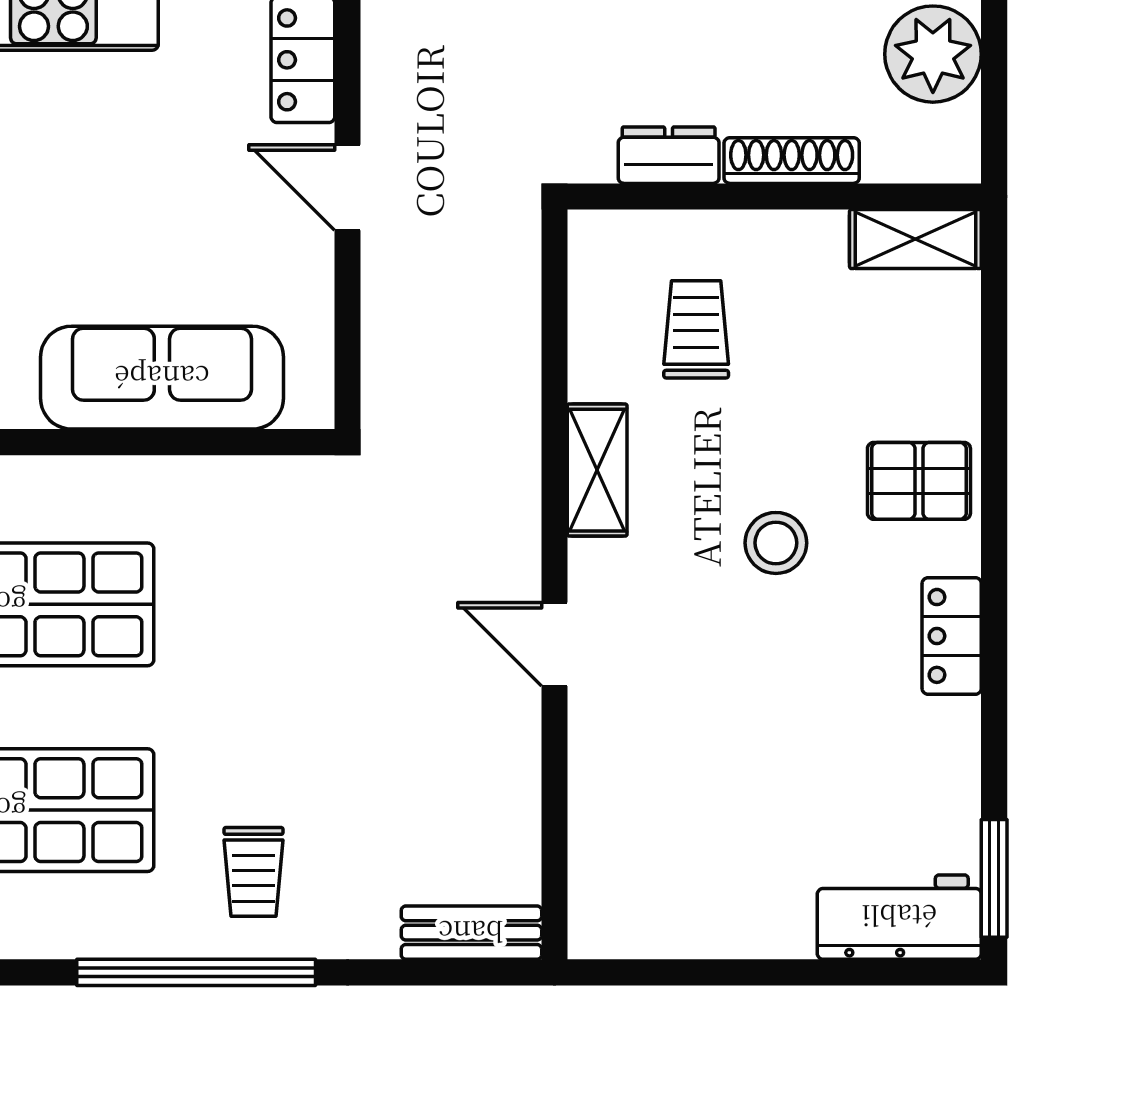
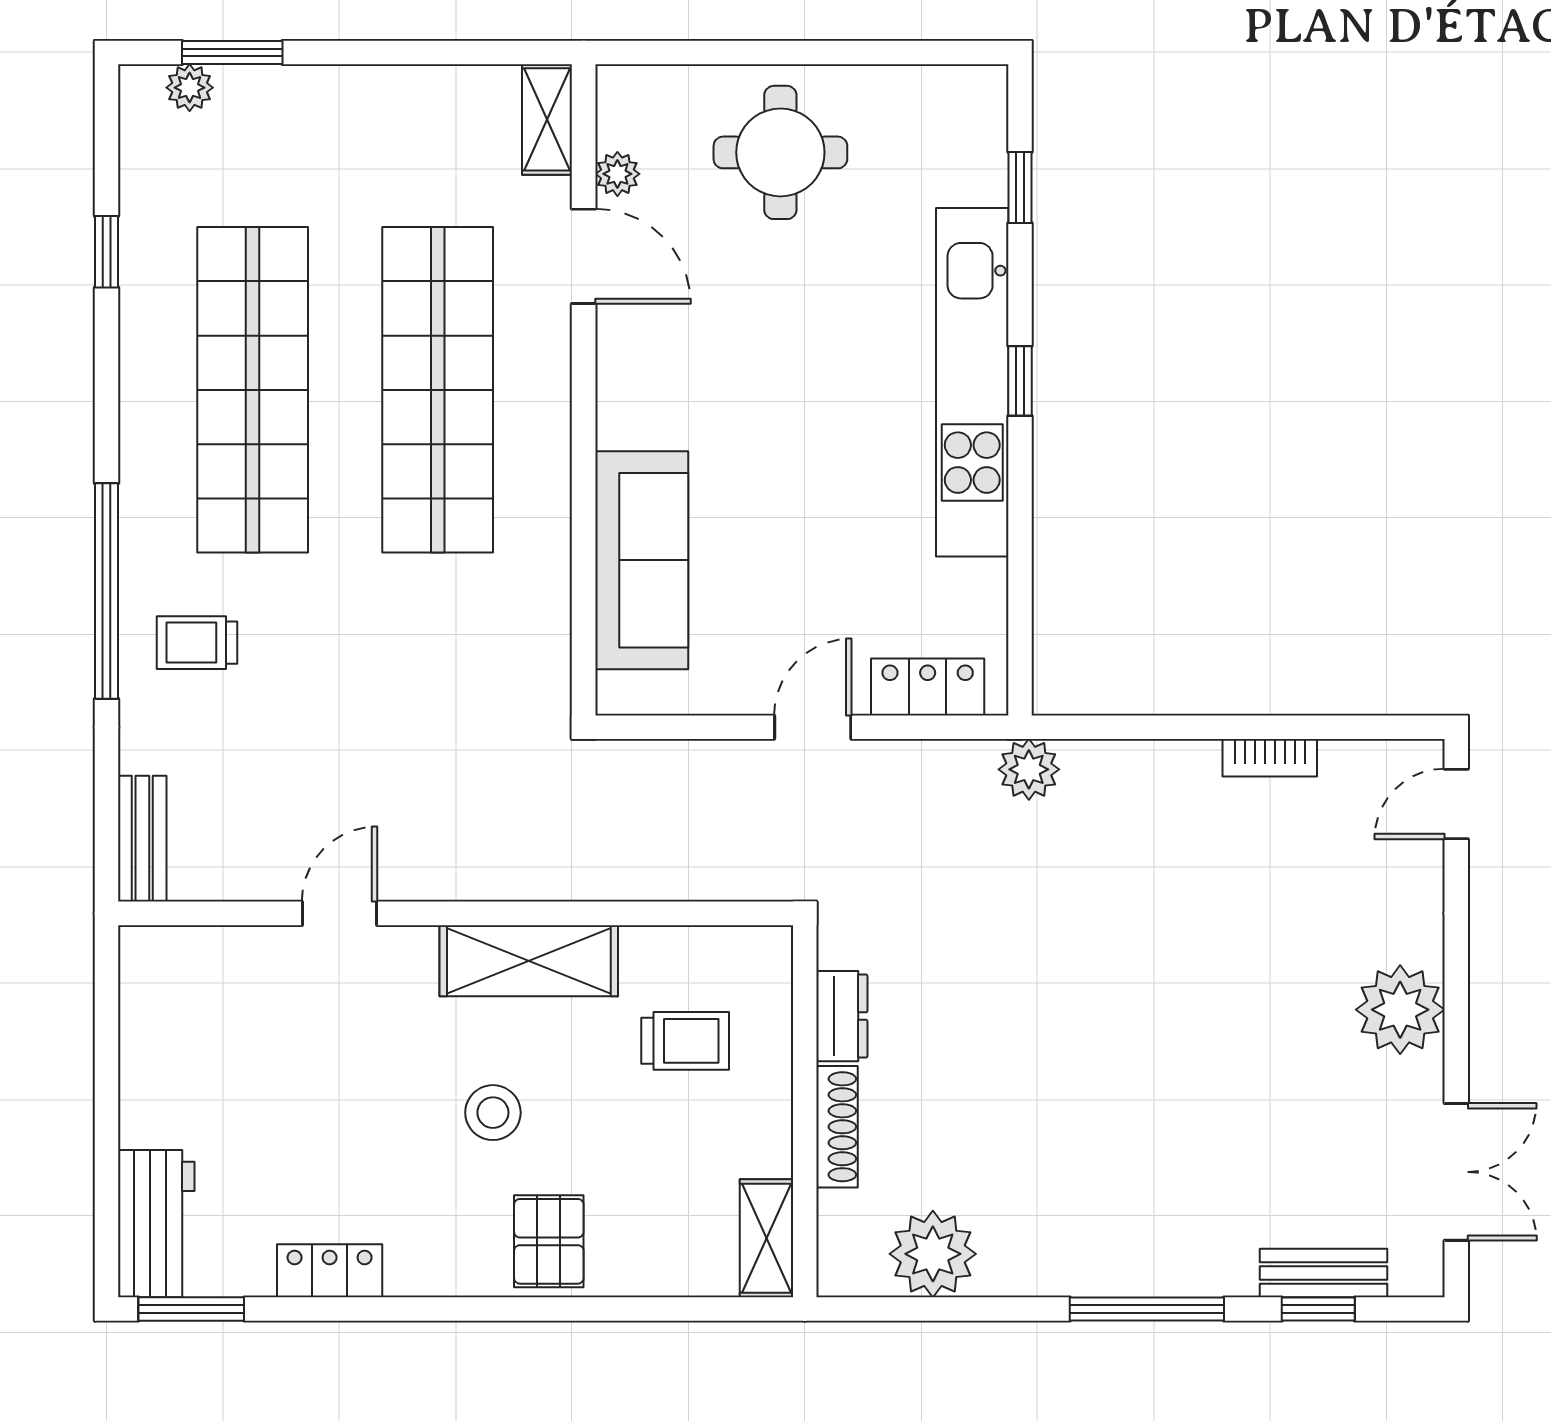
shelving: (597, 470) -> (529, 961), width x1.50, depth x1.33
locker: (952, 636) -> (330, 1271), moved
door: (554, 644) -> (340, 913), moved

